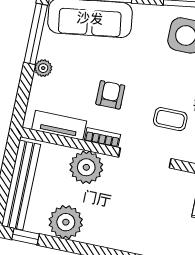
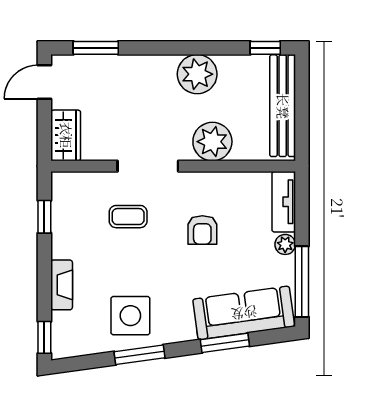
tv unit: (59, 125) -> (284, 202), moved, turned 90
bookcase: (102, 138) -> (201, 179), removed
plant: (66, 222) -> (197, 74), moved

